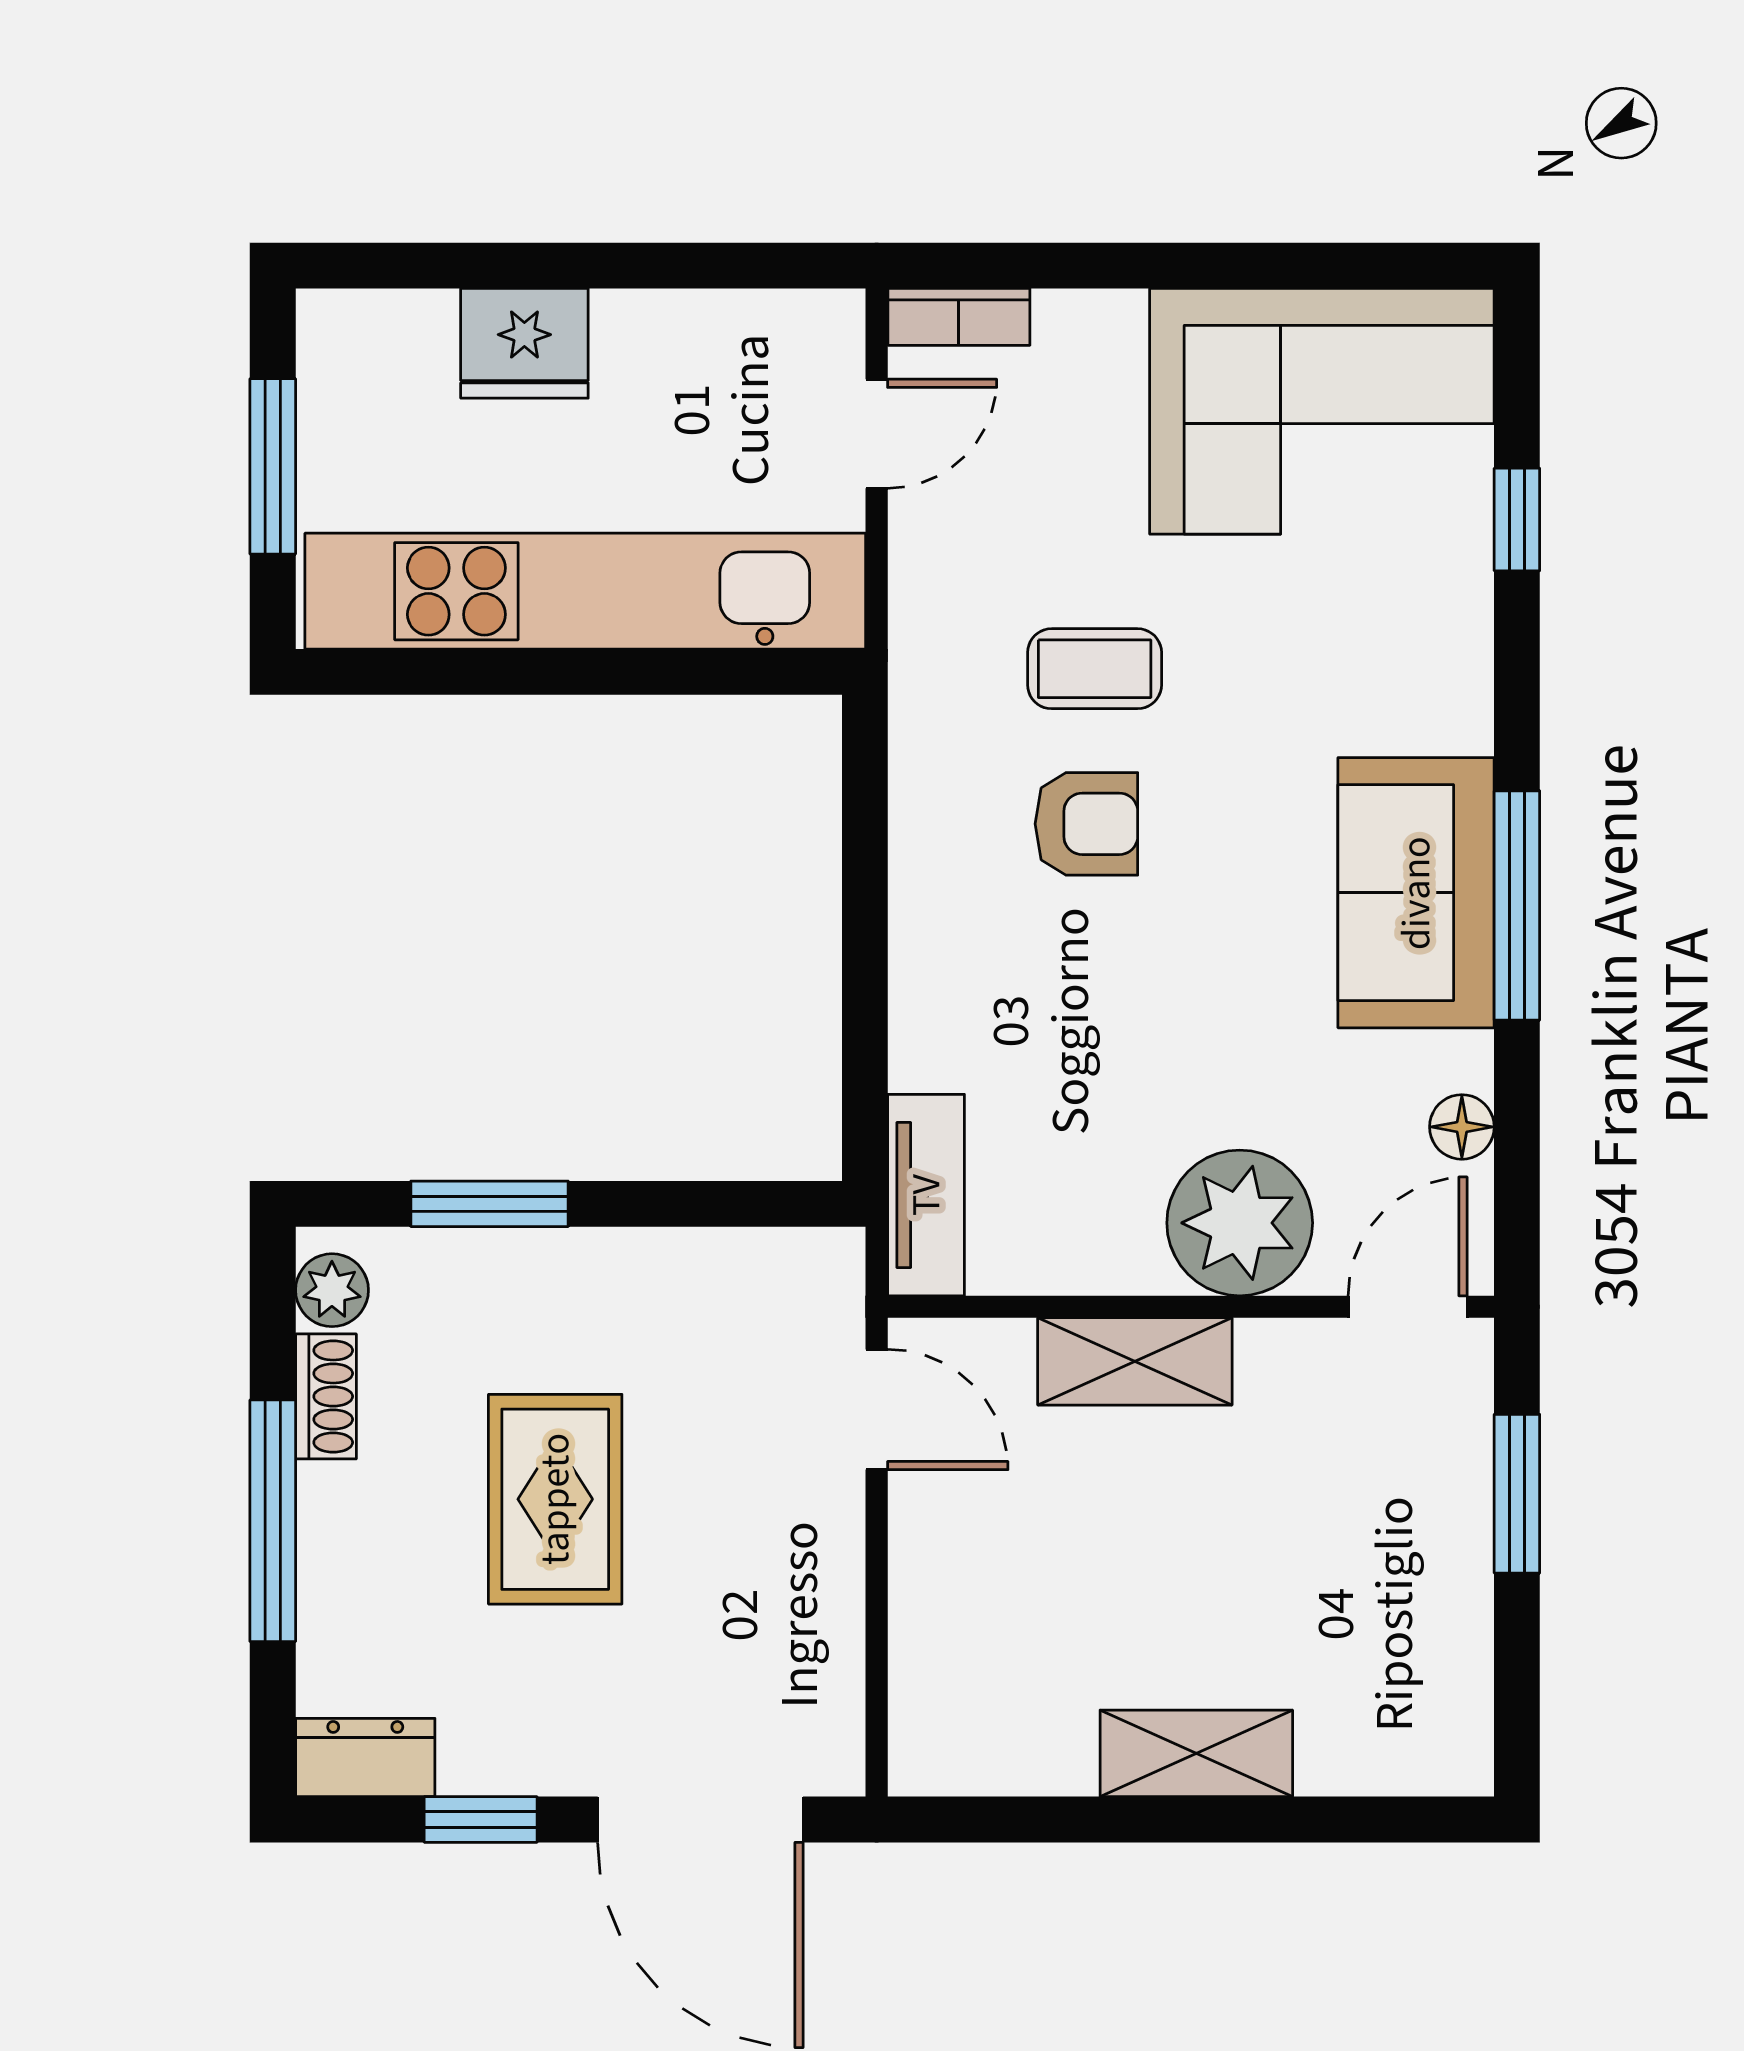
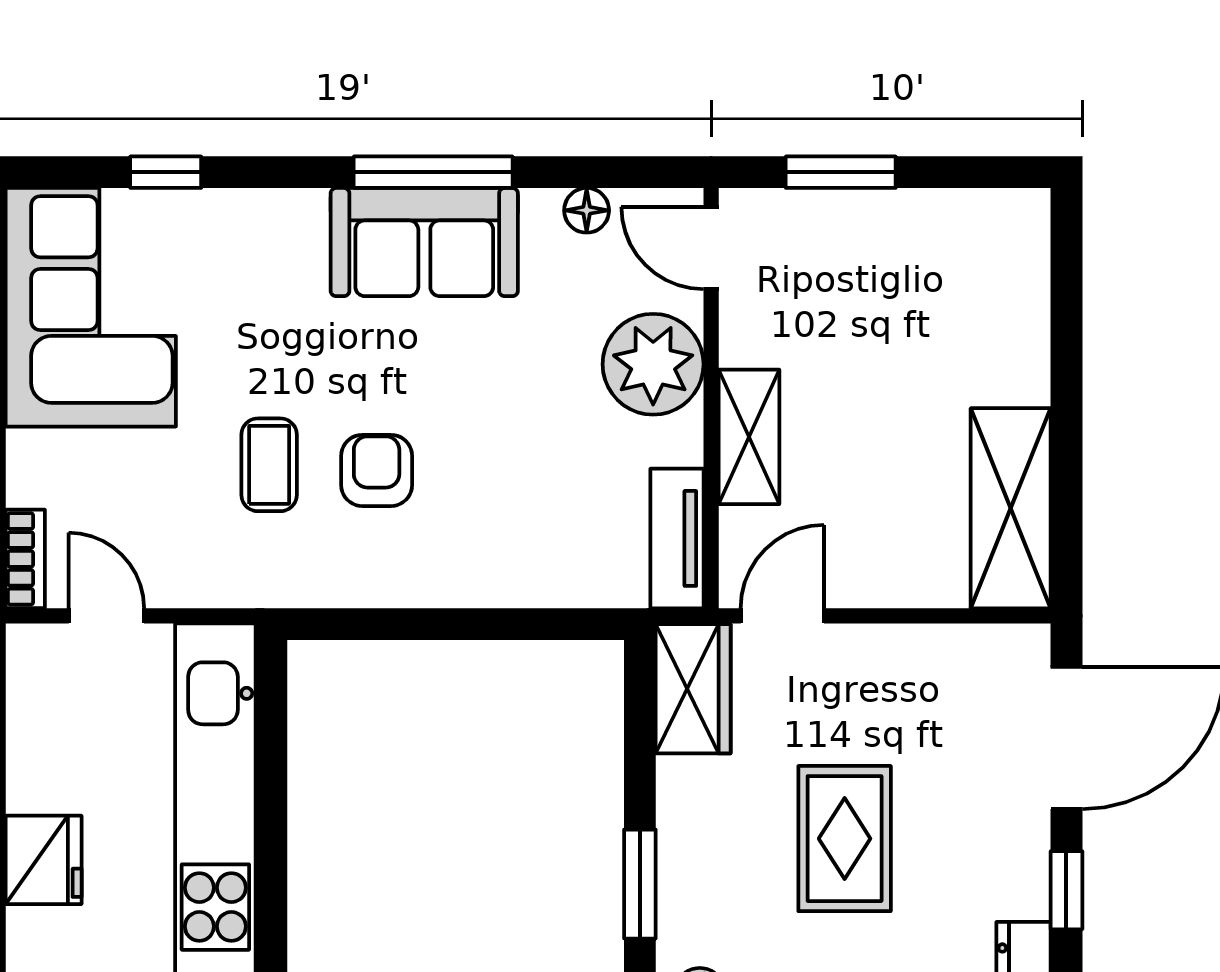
tv unit: (926, 1195) -> (677, 538), moved, turned -90
wardrobe: (771, 1281) -> (693, 689), added
rug: (555, 1499) -> (845, 839), turned 90
shelving: (1196, 1753) -> (1011, 508), moved, width x1.50, depth x1.33

